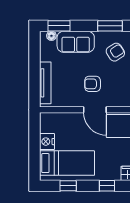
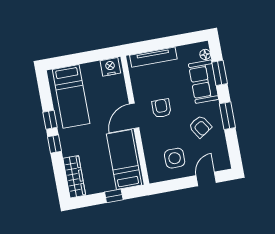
window: (59, 26) -> (220, 73), moved
nightstand: (47, 142) -> (110, 67), moved
window: (68, 186) -> (50, 120), moved

